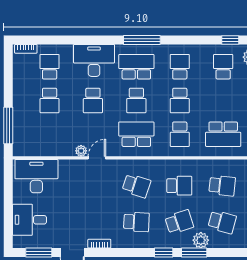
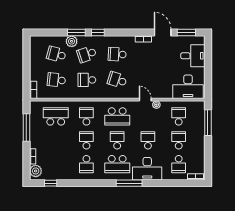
window: (142, 40) -> (129, 183), moved
school desk: (223, 67) -> (179, 116), moved, turned 180
door: (97, 158) -> (145, 100), swing flipped

